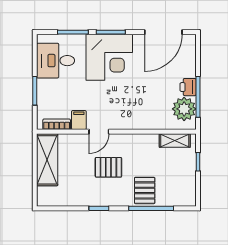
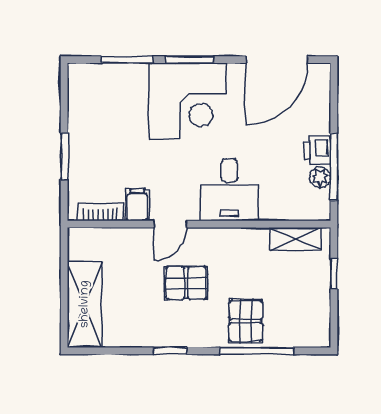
desk: (56, 61) -> (229, 190), moved, turned -90
plant: (184, 109) -> (320, 177), width x0.53, depth x0.53
shelving: (47, 160) -> (85, 304), moved

